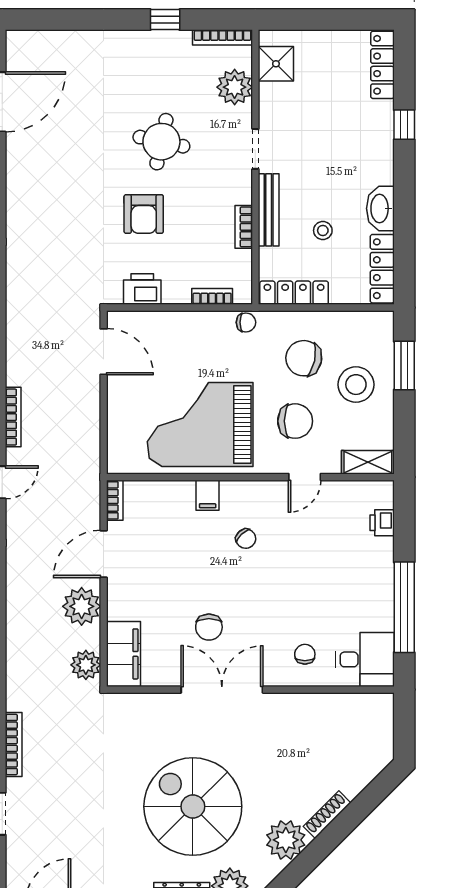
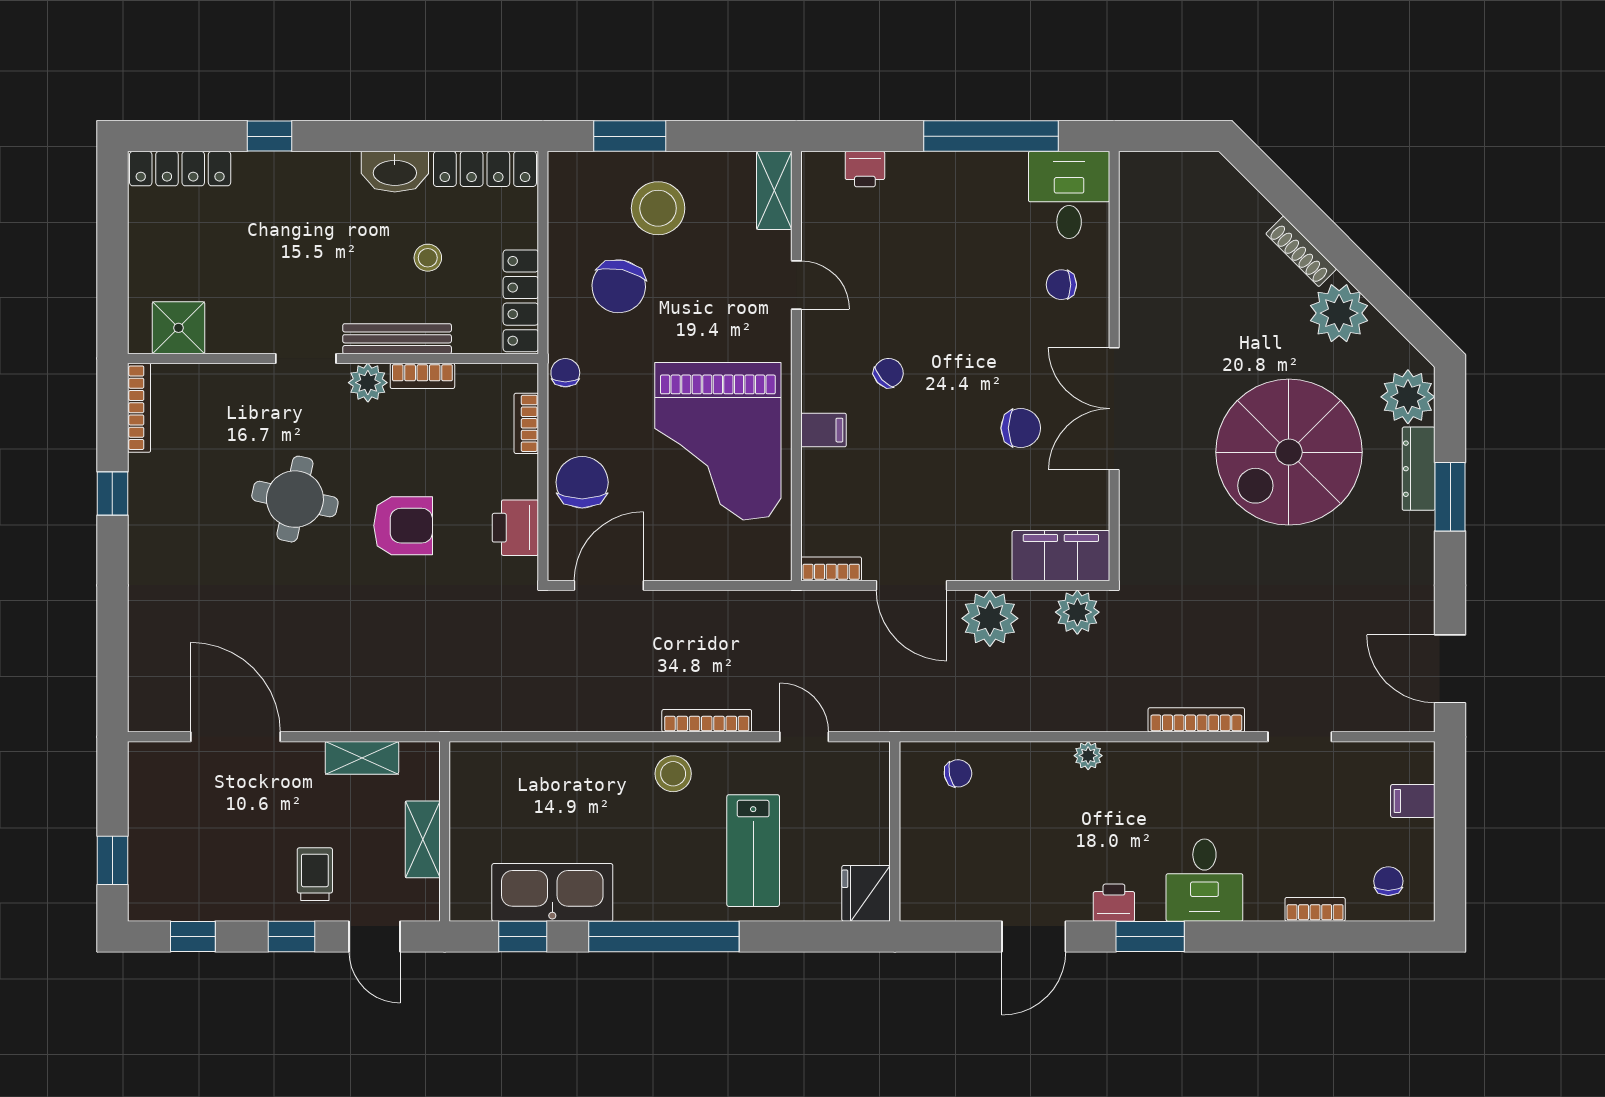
plant: (235, 87) -> (368, 383), moved, width x0.73, depth x0.73
chair: (295, 421) -> (582, 482), moved

